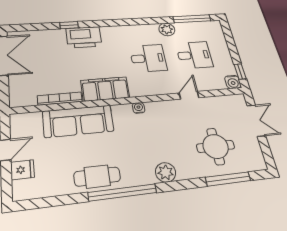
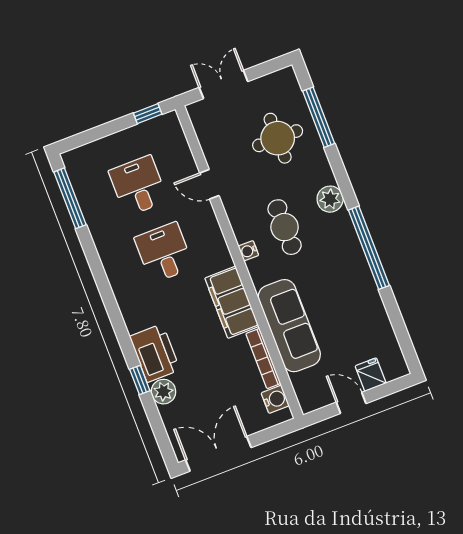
plant: (167, 29) -> (163, 392), moved
water cooler: (233, 82) -> (275, 399), moved
cafe table: (97, 177) -> (285, 227), moved

